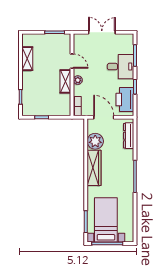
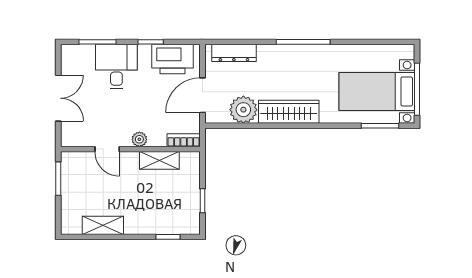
double door: (102, 32) -> (58, 98), swing flipped
door: (72, 61) -> (107, 149), swing flipped
shelving: (65, 81) -> (159, 160), moved

